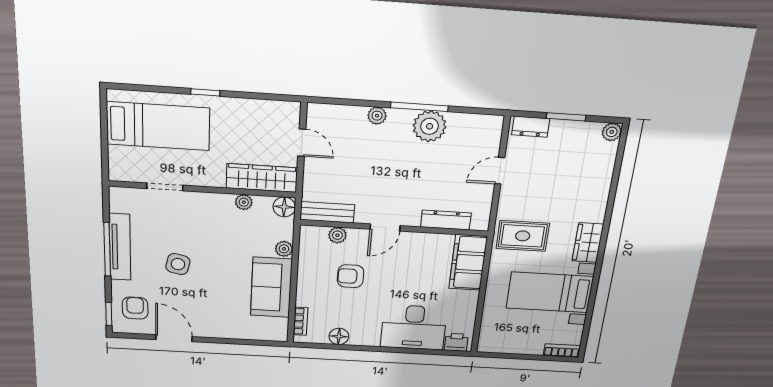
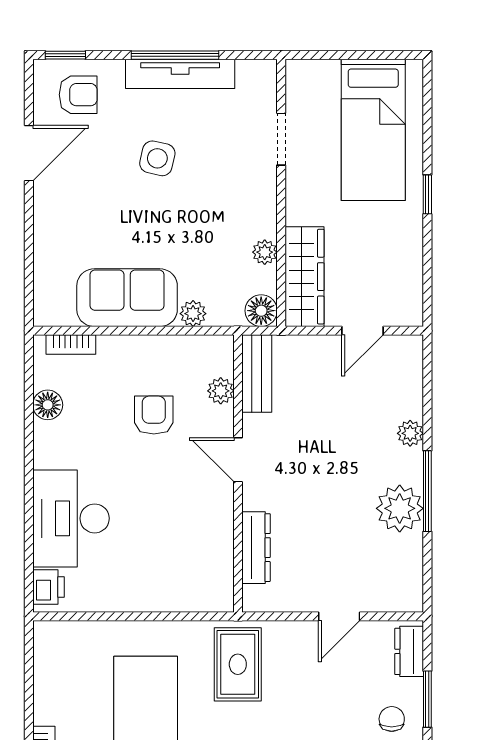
chair: (576, 141) -> (392, 719), added
door: (500, 171) -> (339, 616), swing flipped
filing cabinet: (468, 263) -> (188, 589), removed

